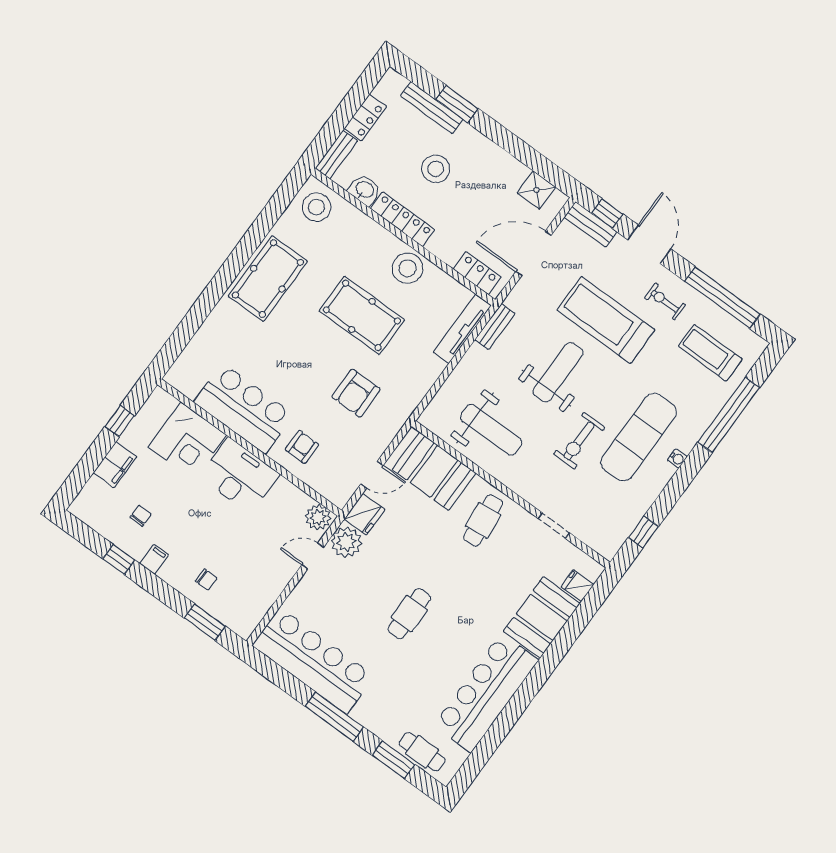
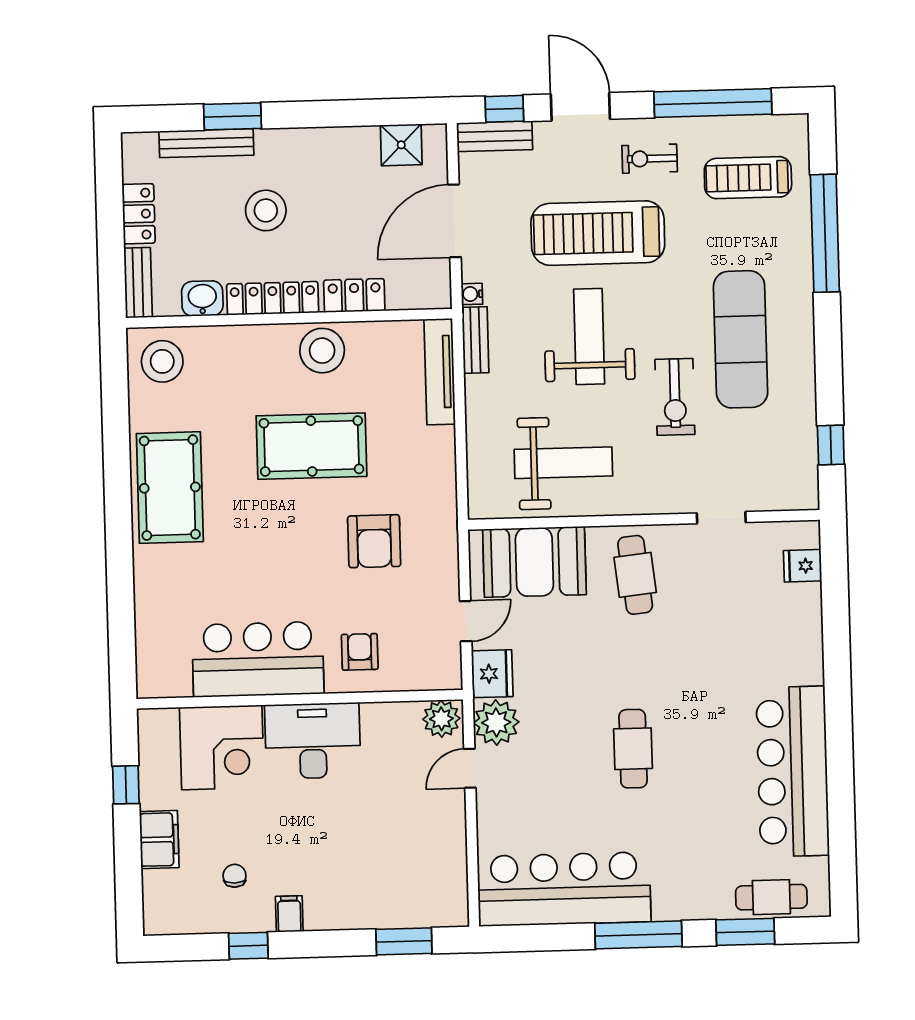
locker: (477, 273) -> (354, 295), moved
water cooler: (677, 458) -> (472, 294), moved, turned 180
chair: (206, 580) -> (367, 891), removed
booth: (542, 617) -> (790, 634), removed

